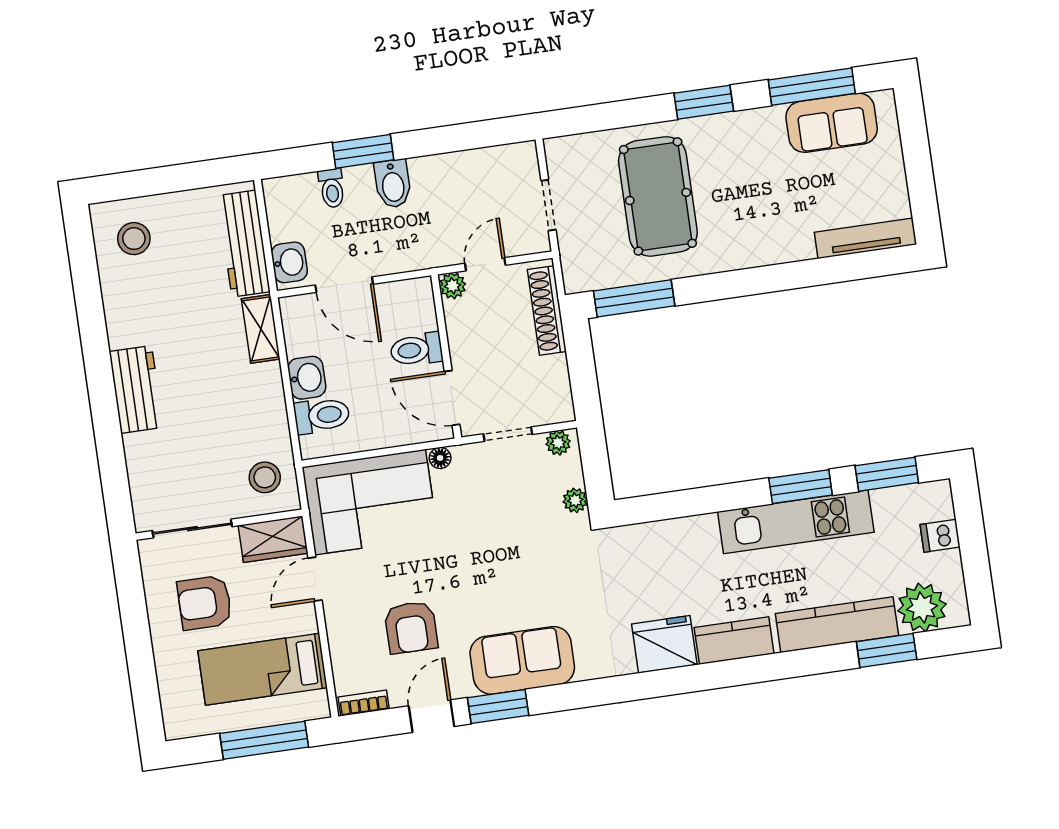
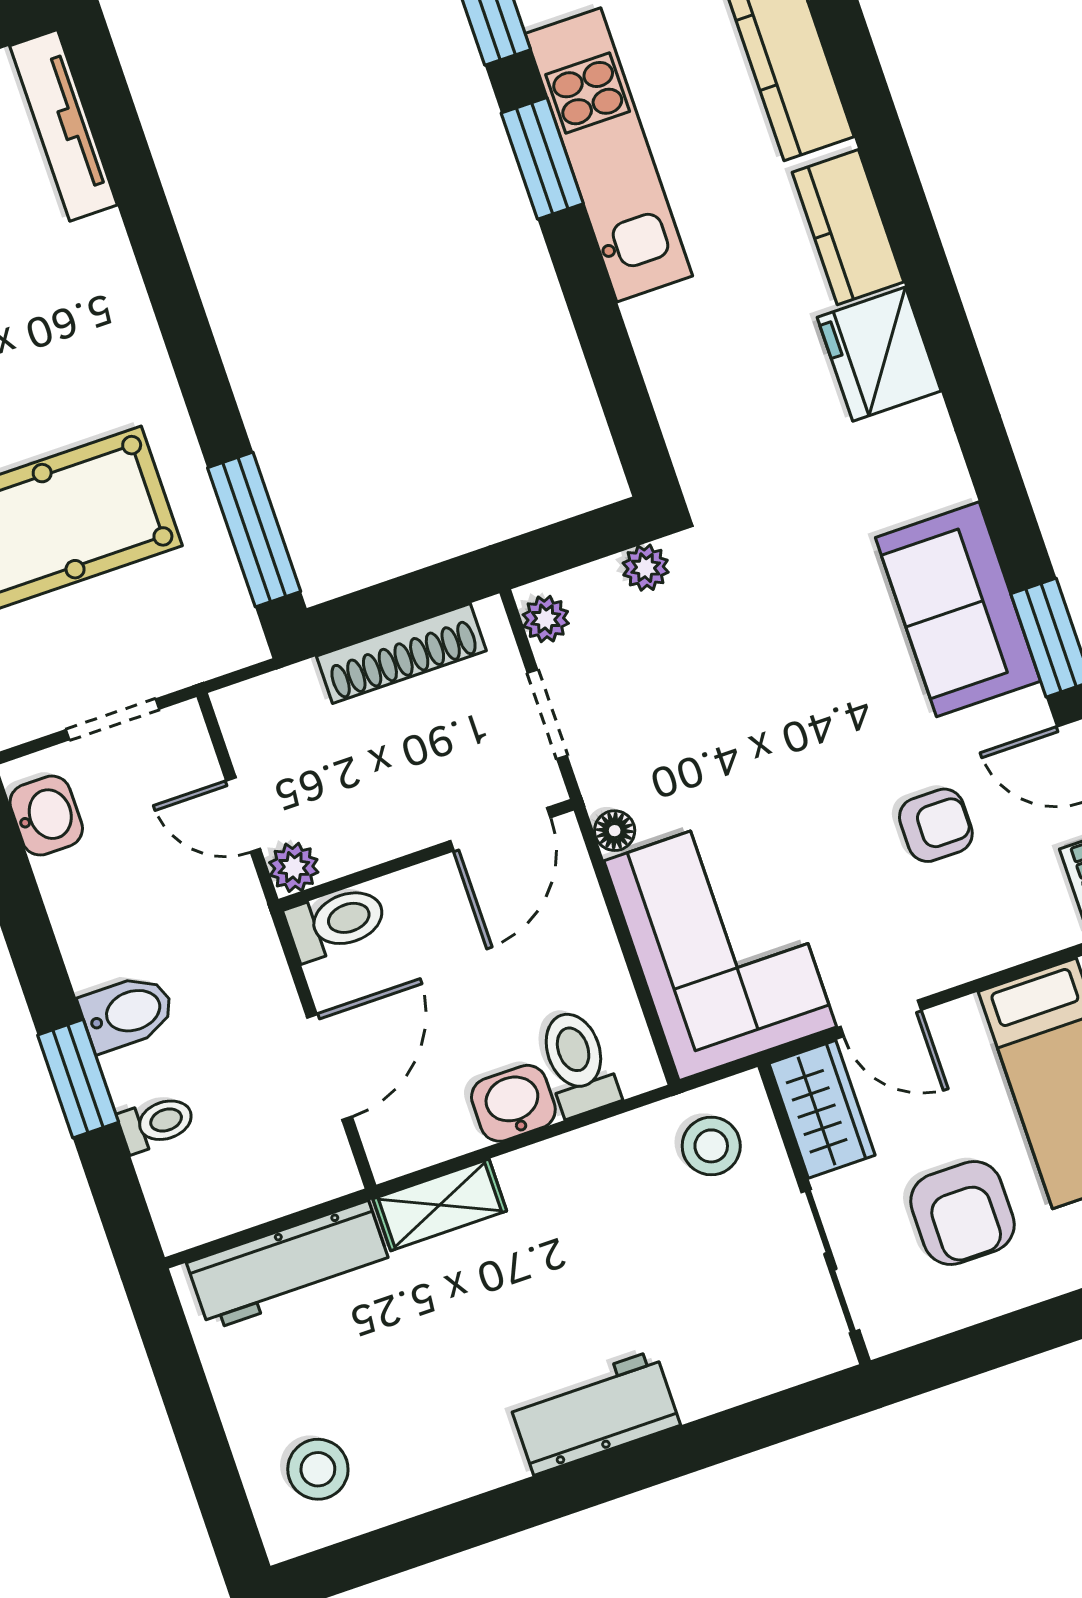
washbasin: (289, 262) -> (46, 816), moved, turned 90
shoe rack: (547, 311) -> (401, 653), moved
toilet: (416, 350) -> (336, 922), moved, turned -90
armchair: (411, 627) -> (936, 825), width x0.72, depth x0.72

